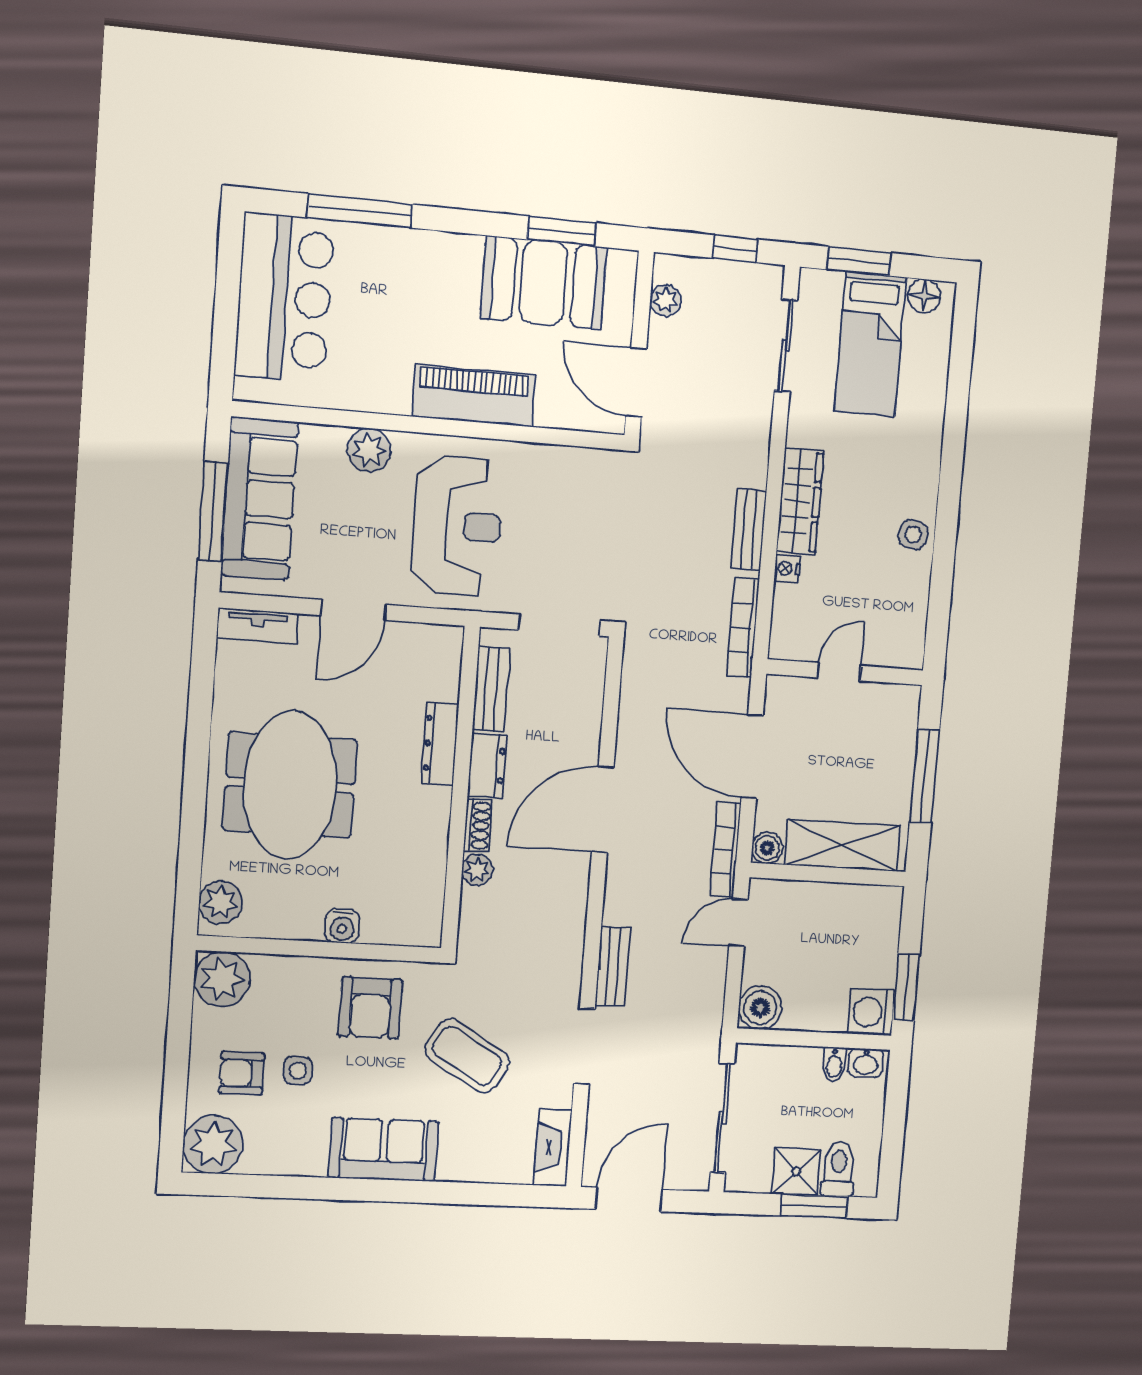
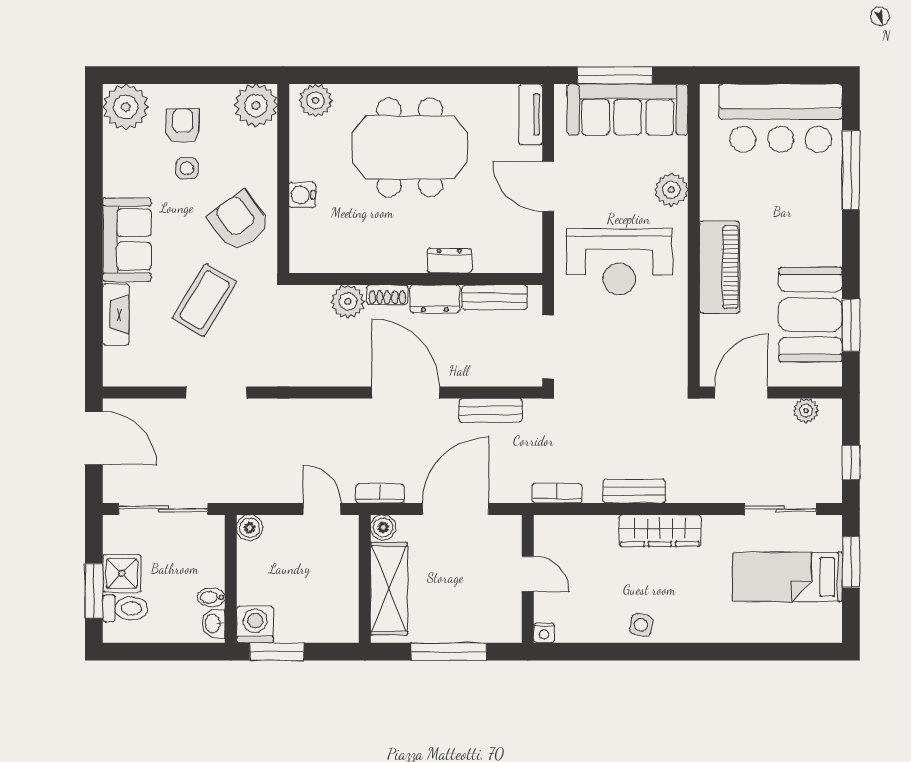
floor lamp: (924, 296) -> (829, 617), removed
nightstand: (787, 569) -> (544, 633), moved, turned 180
bookcase: (743, 628) -> (557, 493), width x0.64
dresser: (440, 744) -> (449, 261), width x0.70
bookcase: (725, 850) -> (380, 493), width x0.64
plant: (477, 870) -> (348, 301), width x1.38, depth x1.38
bench: (613, 966) -> (491, 410), moved
armchair: (370, 1008) -> (239, 221), turned 55
boiler: (760, 1008) -> (250, 528), width x0.73, depth x0.73
fireplace: (553, 1148) -> (116, 314), moved, turned 90

